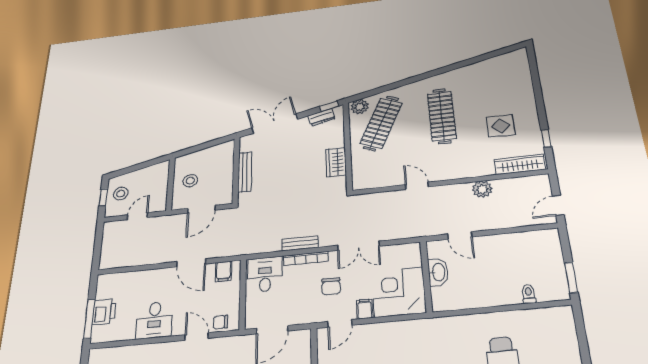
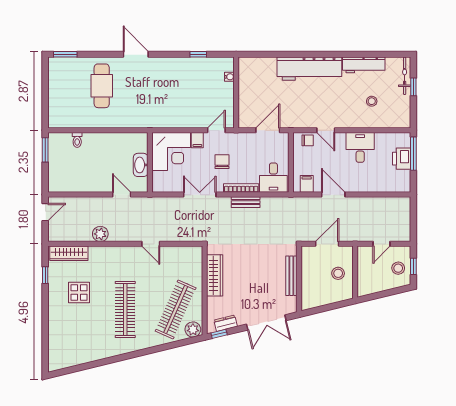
wardrobe: (336, 162) -> (215, 275), width x1.50

